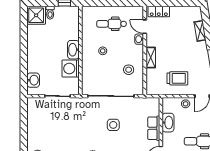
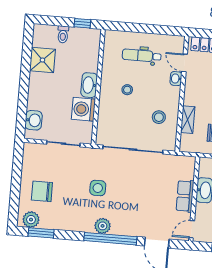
shower: (36, 15) -> (42, 60), moved
shelving: (151, 58) -> (188, 120), moved
side table: (113, 125) -> (98, 188), moved
chair: (44, 134) -> (42, 191), added

